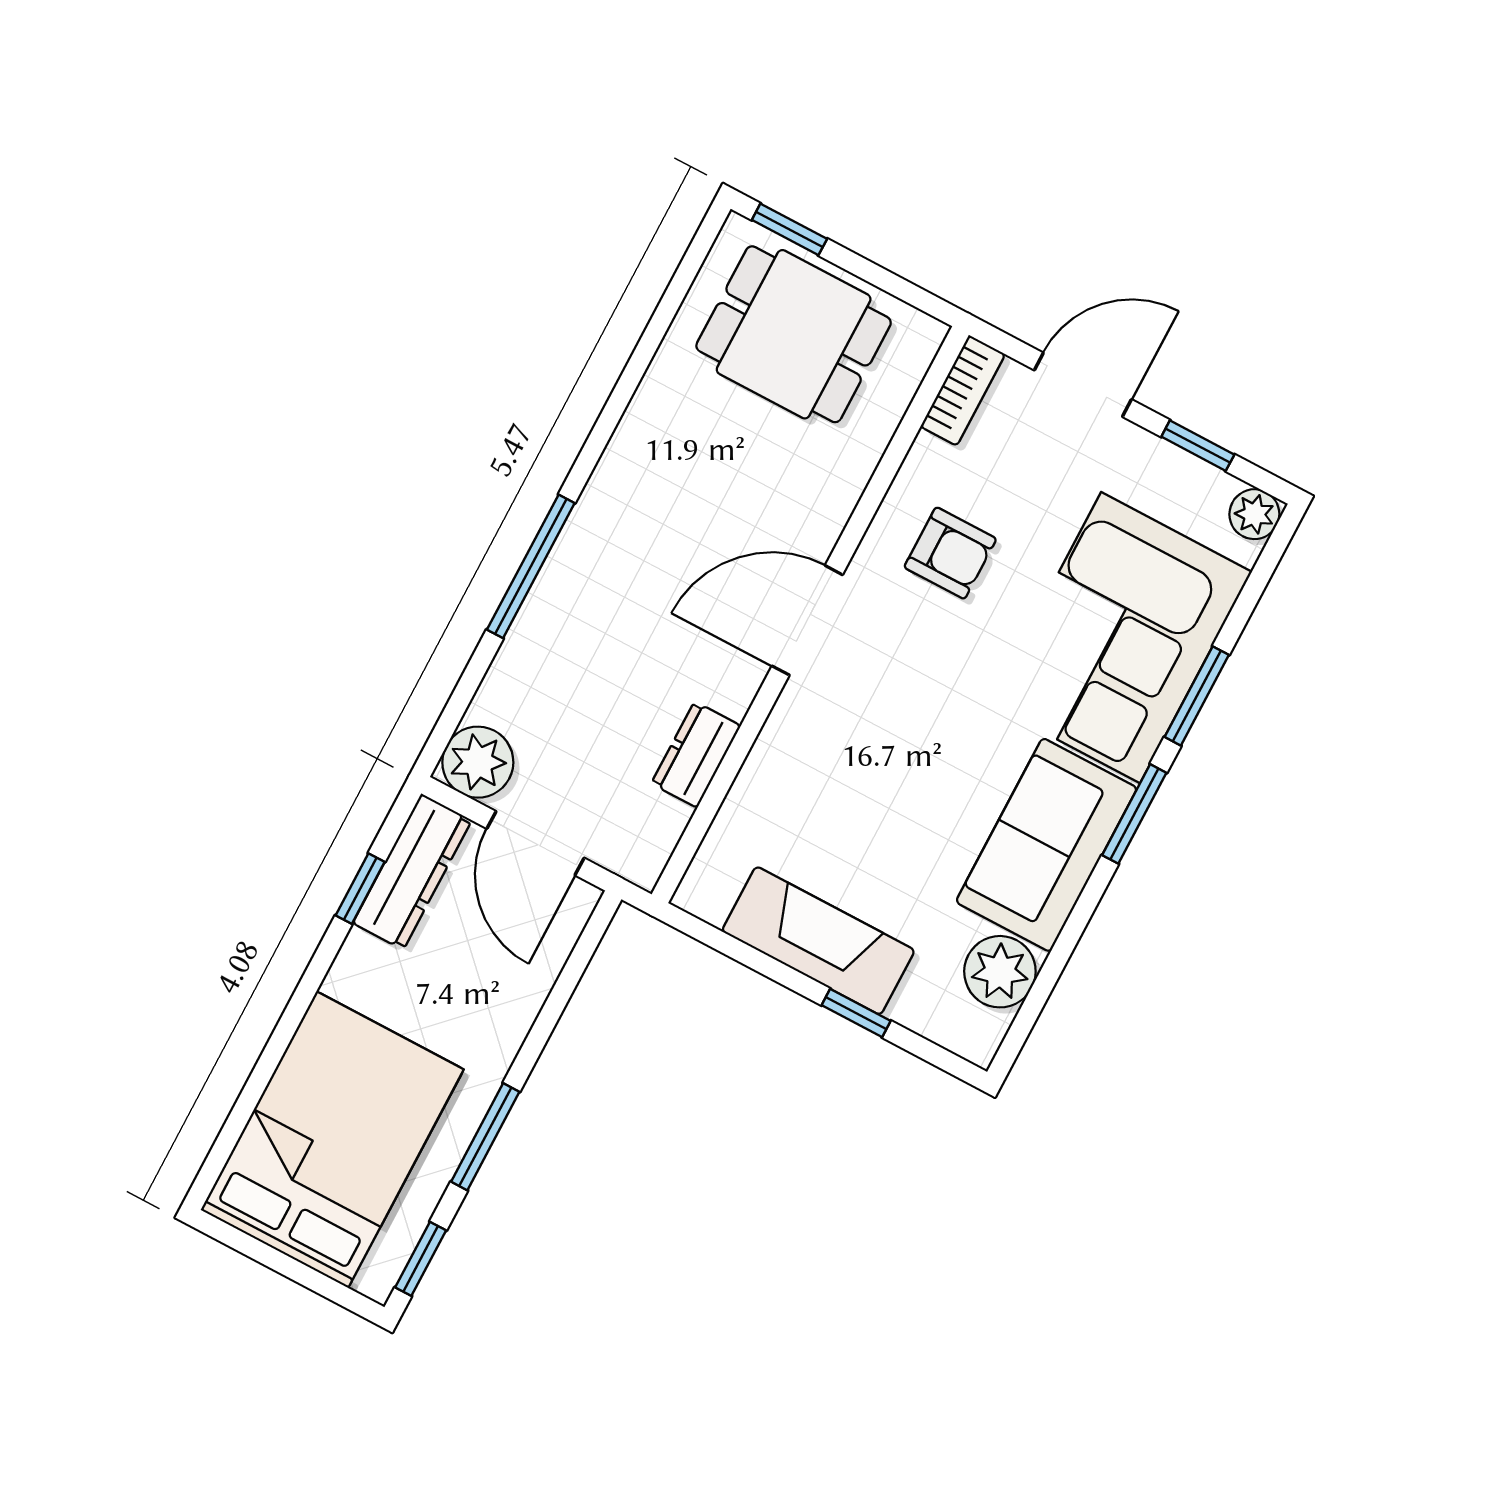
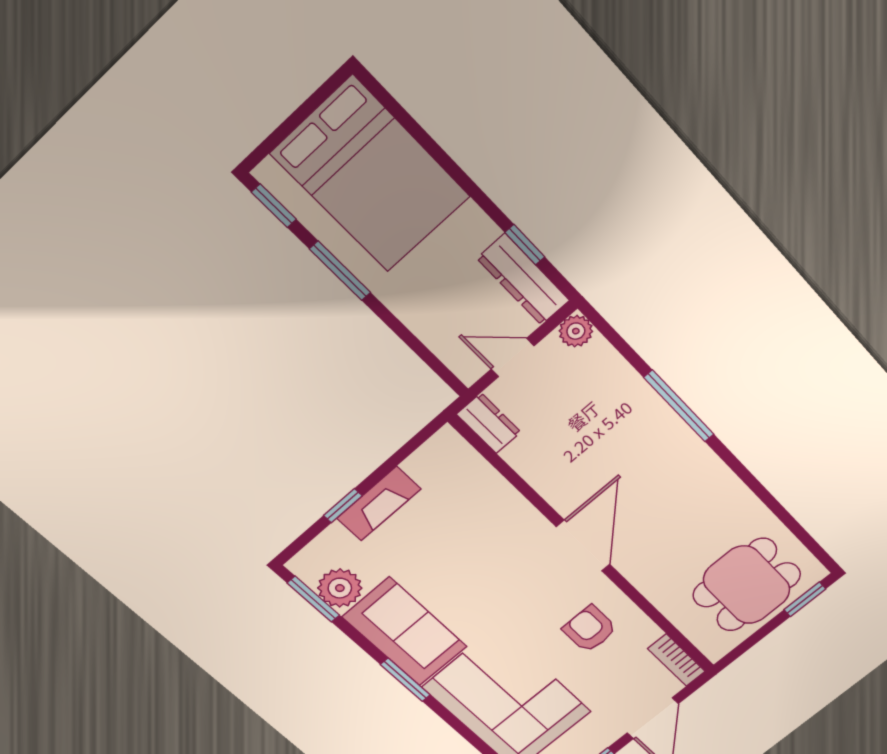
armchair: (950, 553) -> (590, 629), turned 90
window: (1197, 696) -> (313, 599), moved
dresser: (696, 755) -> (489, 423), moved
plant: (478, 762) -> (576, 331), width x0.73, depth x0.73
door: (535, 843) -> (513, 358), width x0.73
fireplace: (818, 941) -> (379, 504), width x0.73, depth x0.76

